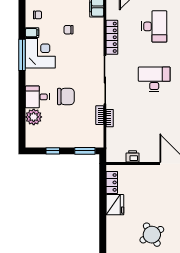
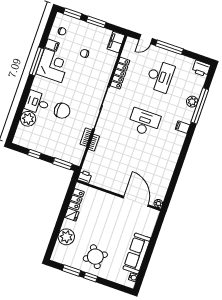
printer: (133, 156) -> (85, 177), moved
fridge: (115, 205) -> (72, 215), width x0.53, depth x0.75
plant: (115, 225) -> (66, 237), added

